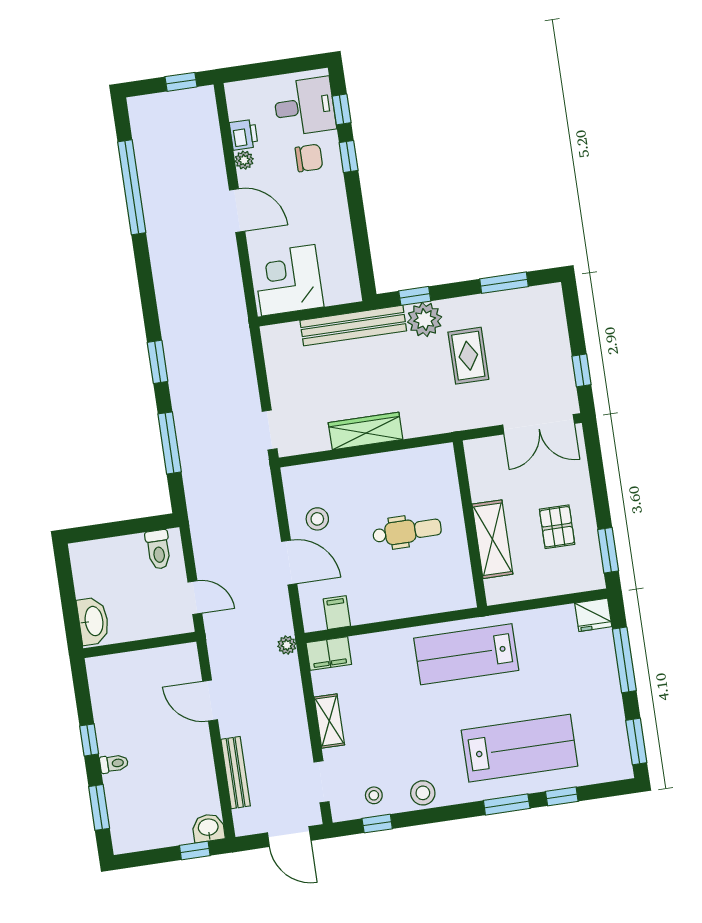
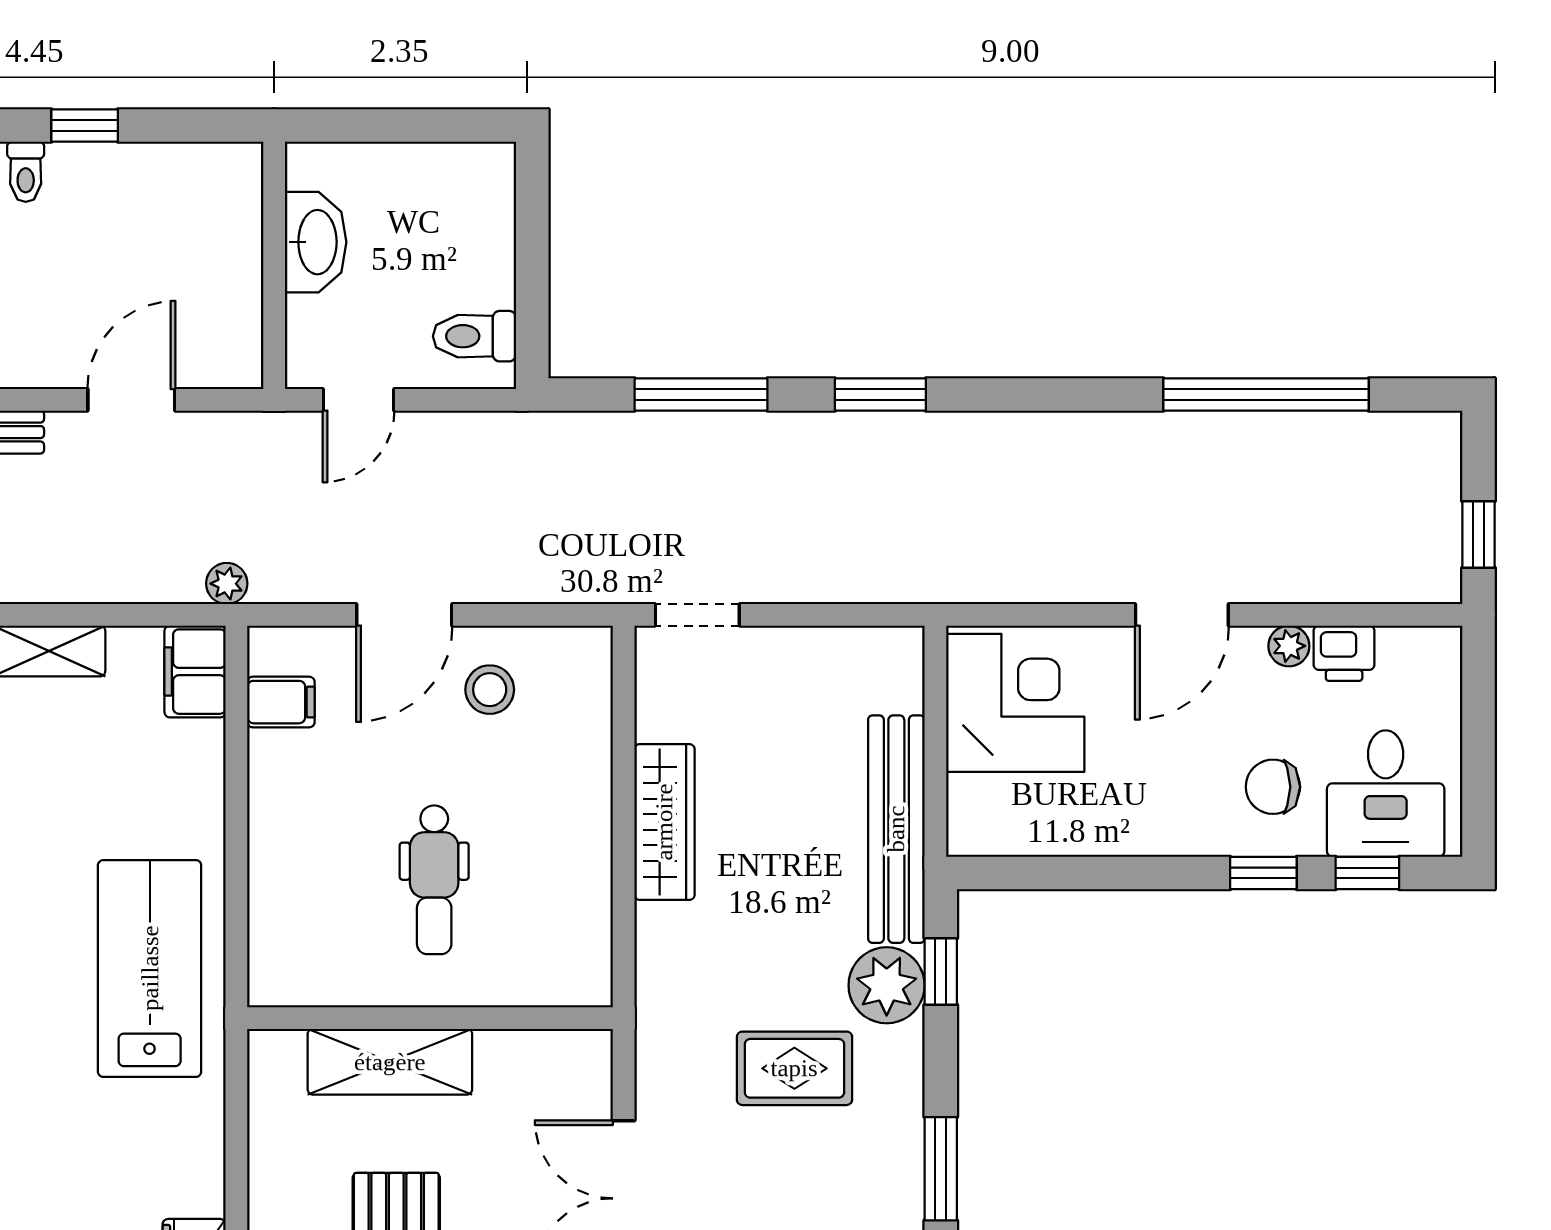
chair: (309, 158) -> (1273, 787), turned 90
washbasin: (93, 621) -> (316, 242), moved, turned -90

